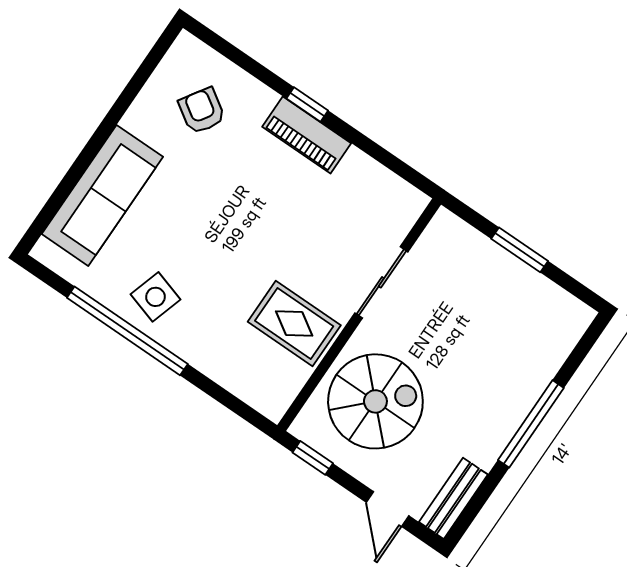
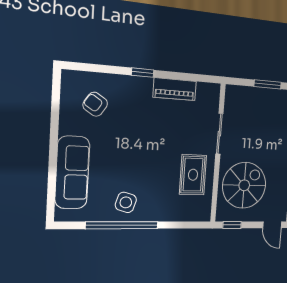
piano: (307, 135) -> (175, 89), moved
rug: (294, 323) -> (193, 175), turned 90

